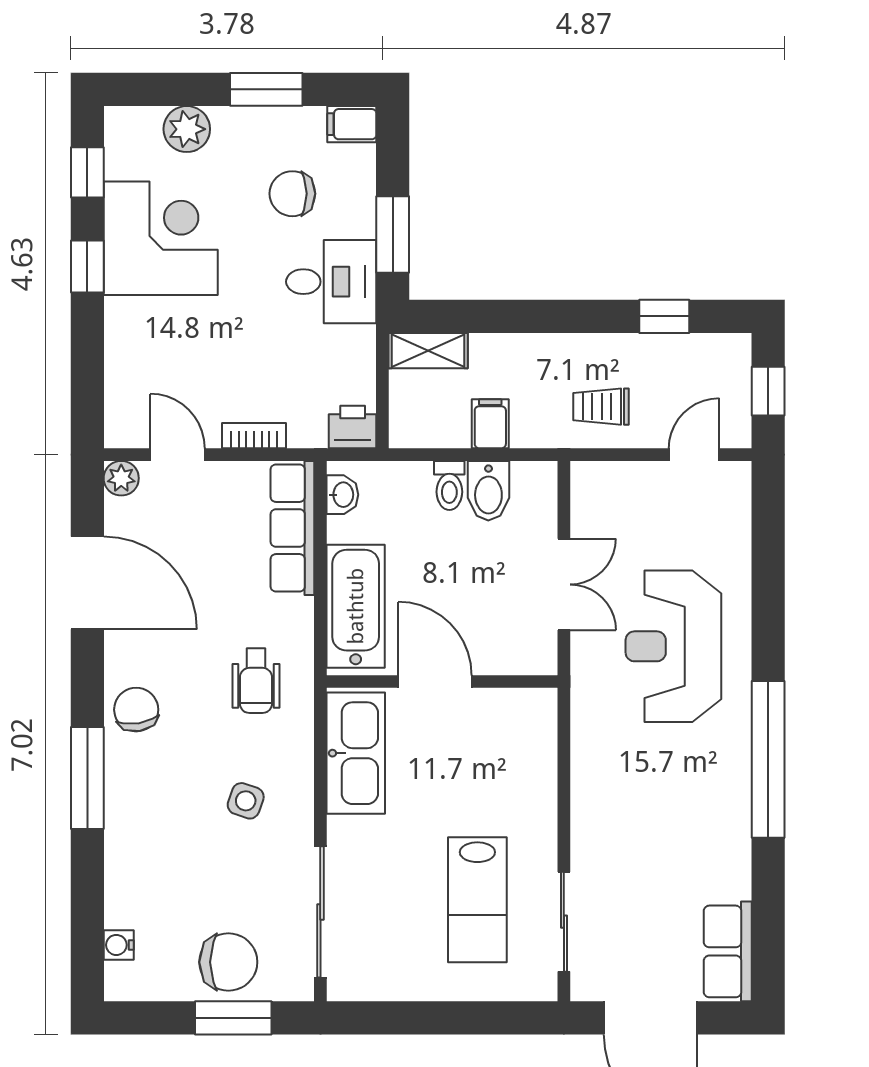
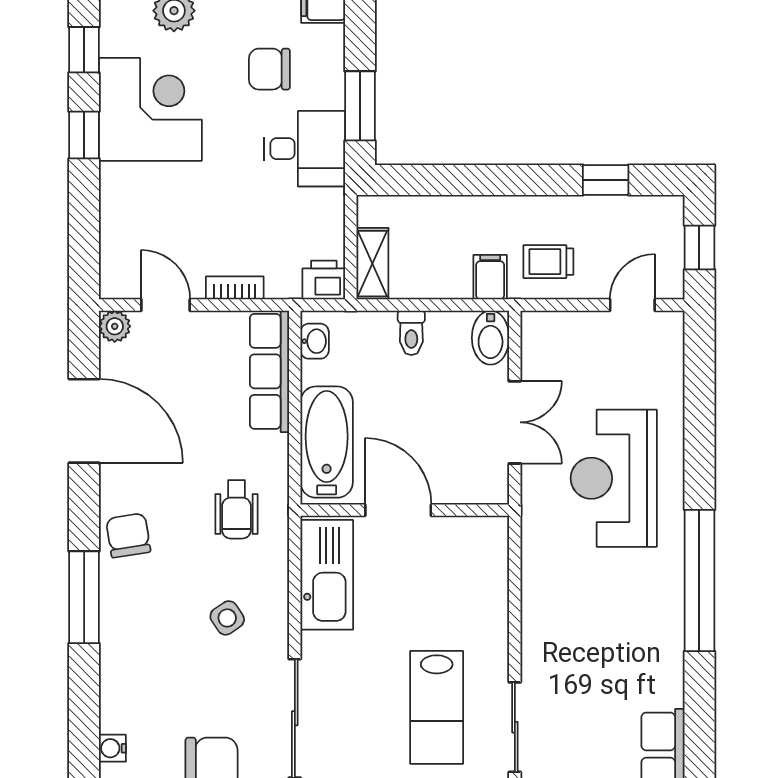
shelving: (428, 351) -> (372, 264), moved, turned 90
filing cabinet: (490, 424) -> (490, 277), moved
bidet: (488, 491) -> (491, 338), moved
side table: (246, 801) -> (227, 618), turned 37

